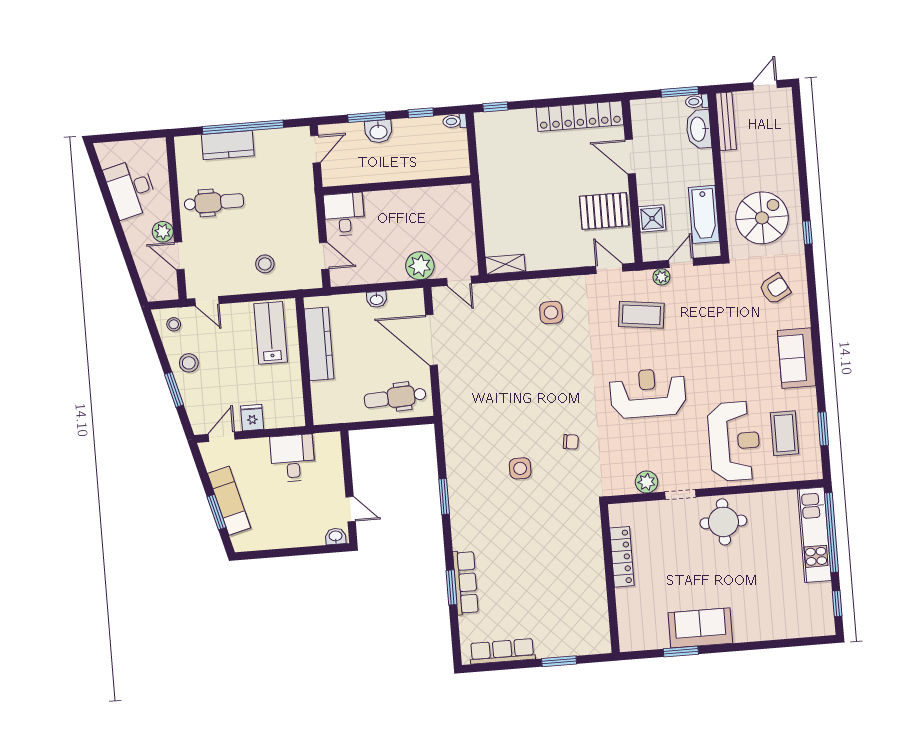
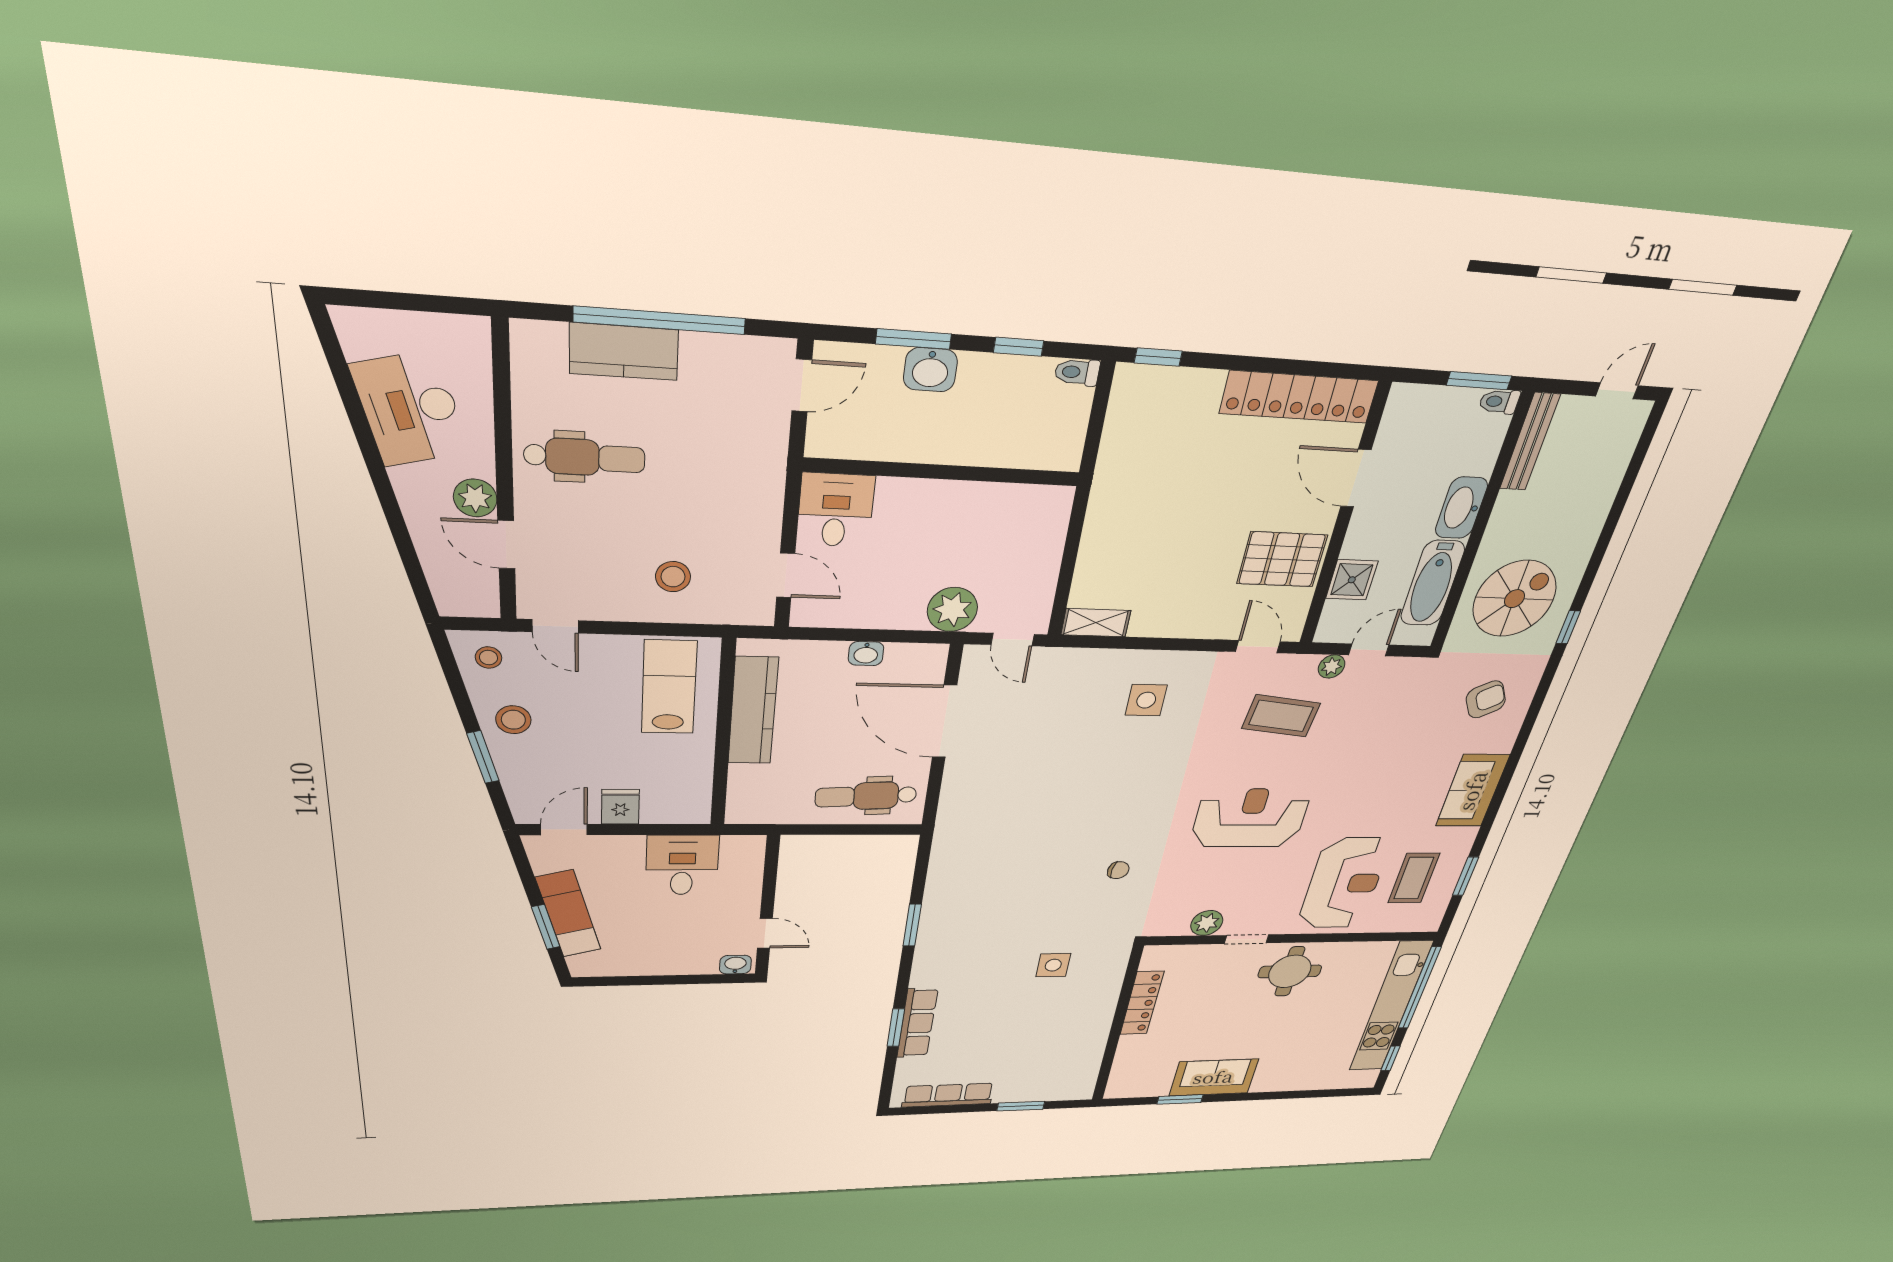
washbasin: (699, 129) -> (1461, 508), moved
side table: (520, 468) -> (1053, 965), moved
kitchen unit: (814, 535) -> (1390, 1007), width x1.36

